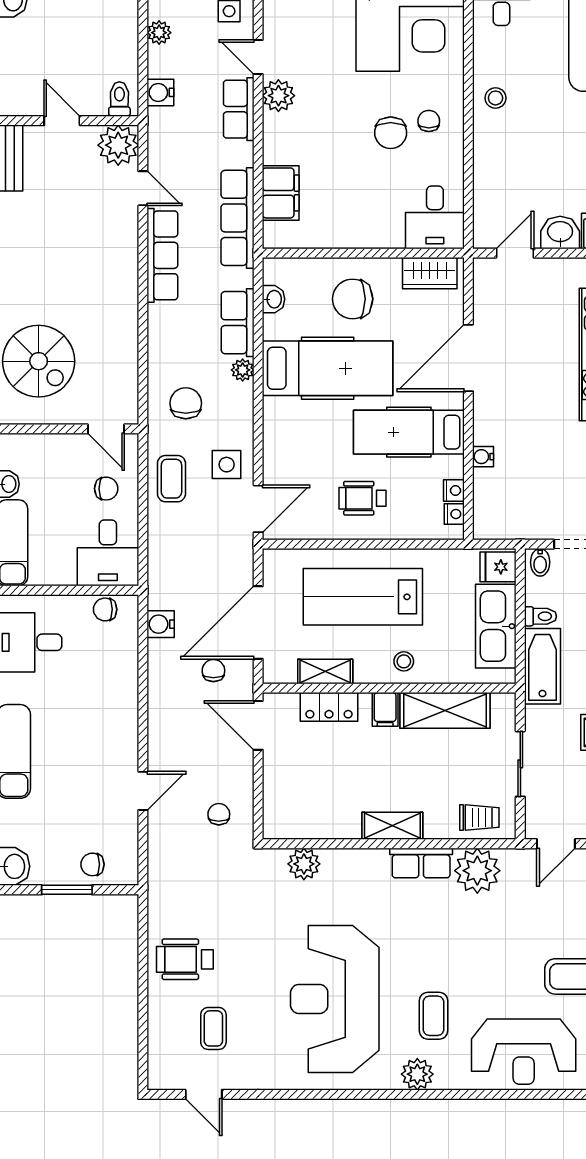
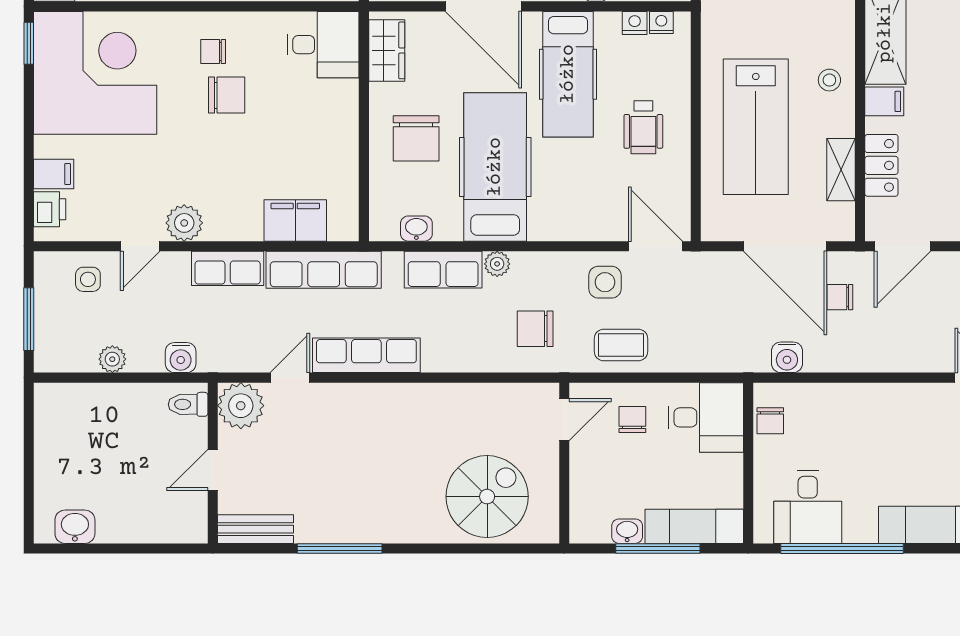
row of seats: (239, 109) -> (228, 268), moved

